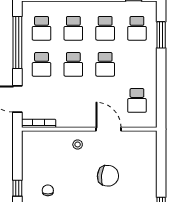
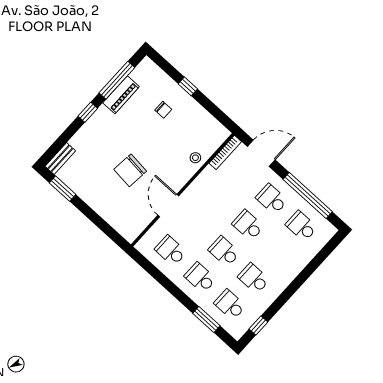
school desk: (73, 28) -> (200, 278), moved
door: (108, 129) -> (168, 206), swing flipped
stool: (78, 145) -> (195, 158), moved

